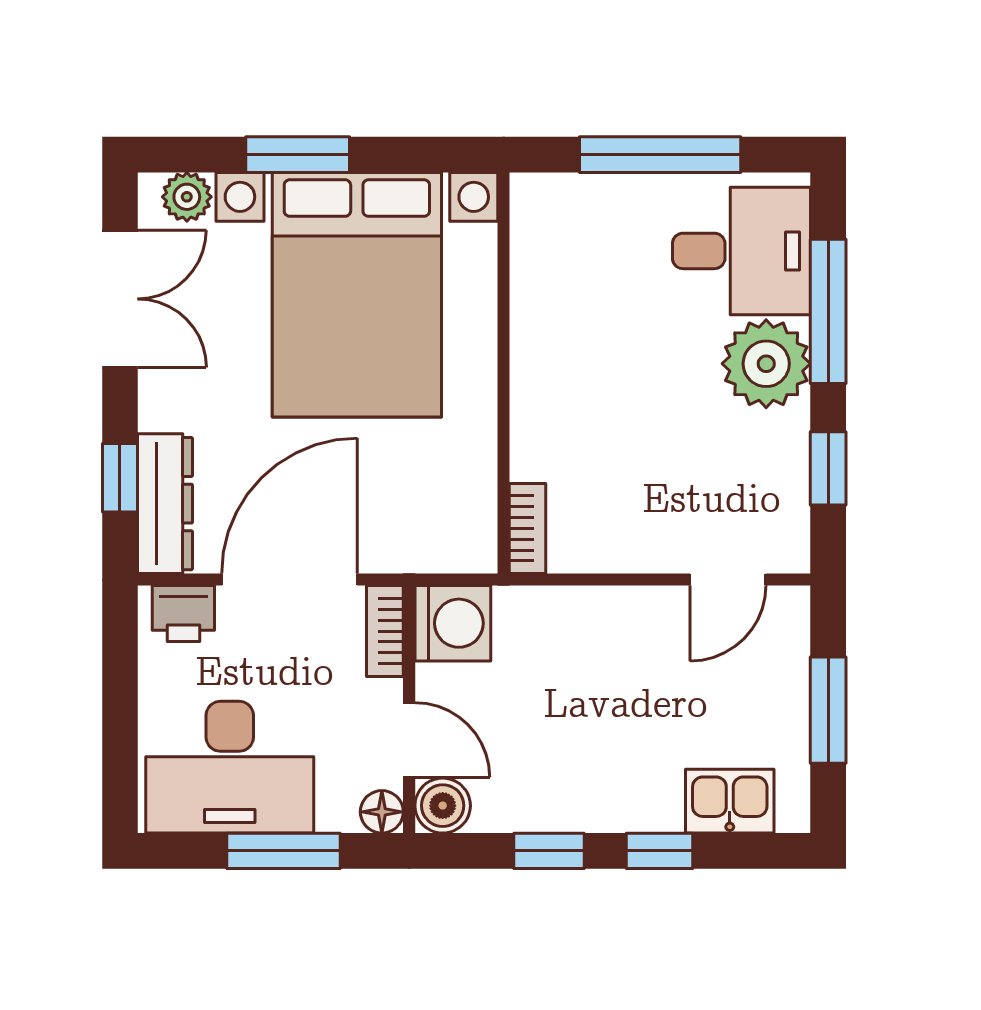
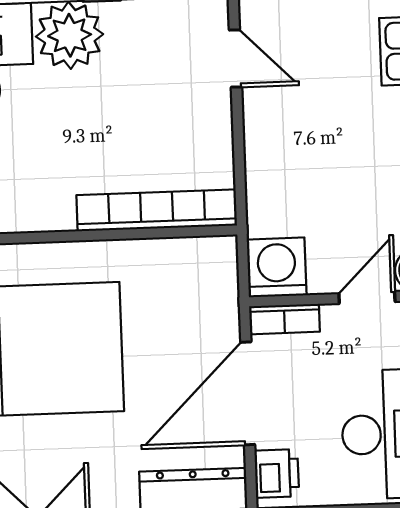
bookcase: (527, 528) -> (157, 210), width x2.31, depth x1.31
door: (290, 579) -> (248, 393), hinge flipped

